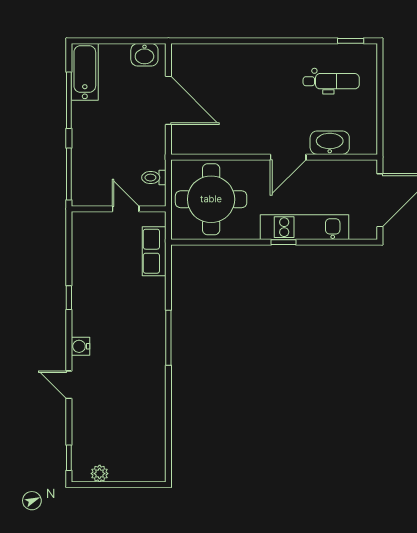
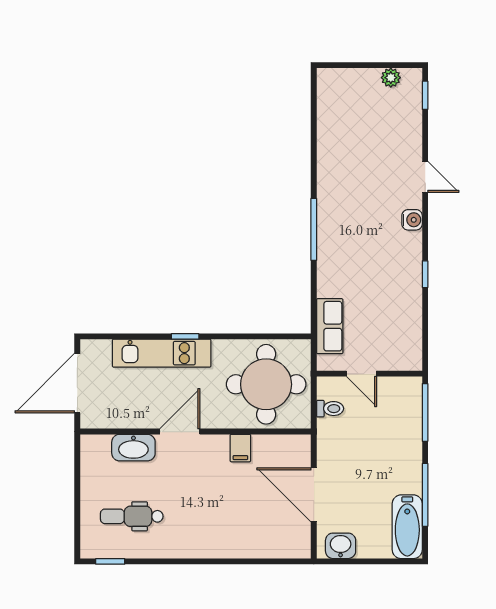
filing cabinet: (234, 142) -> (240, 448), added

